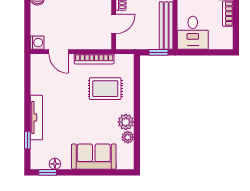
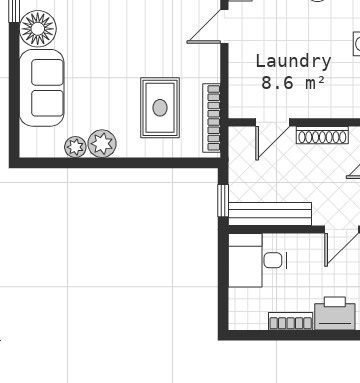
door: (114, 24) -> (273, 122), hinge flipped
bookcase: (94, 59) -> (212, 118), moved
floor lamp: (55, 164) -> (38, 29), width x1.89, depth x1.89

